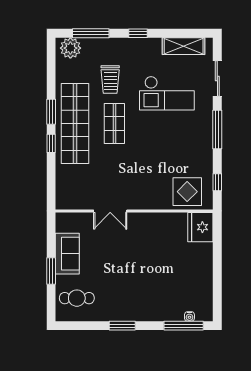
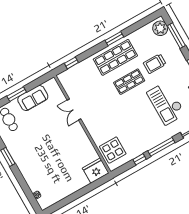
shop shelf: (75, 124) -> (115, 57), width x0.71
window: (51, 143) -> (71, 63), moved
window: (217, 182) -> (139, 159), moved
window: (184, 326) -> (29, 195), removed

